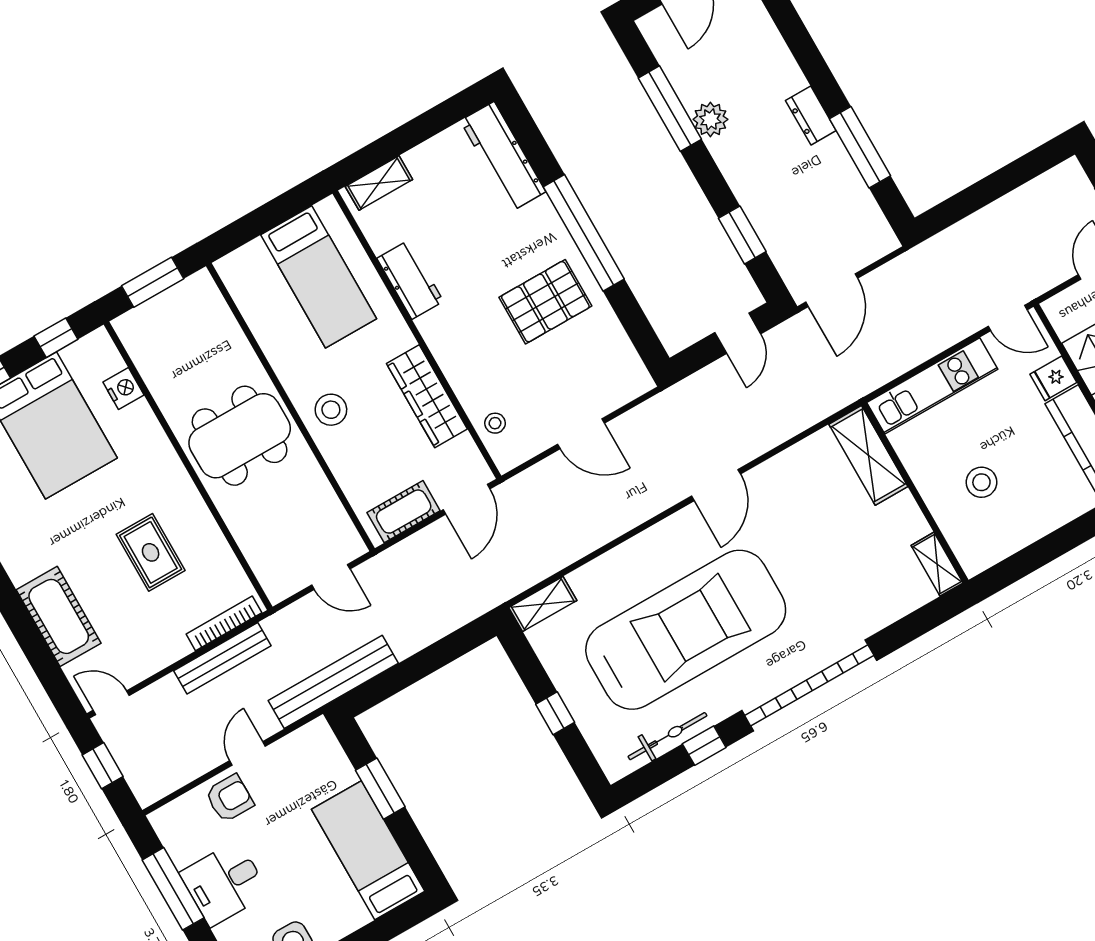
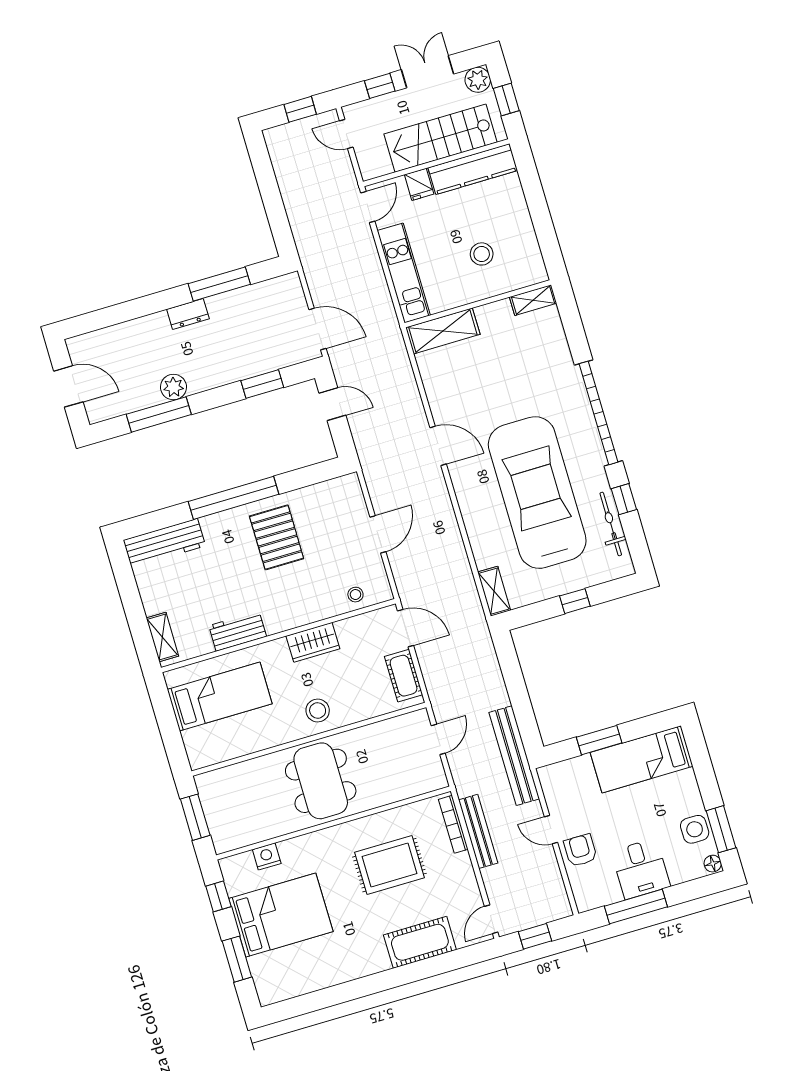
wardrobe: (427, 396) -> (313, 642), width x0.67
rug: (151, 552) -> (389, 865), width x1.36, depth x1.43

